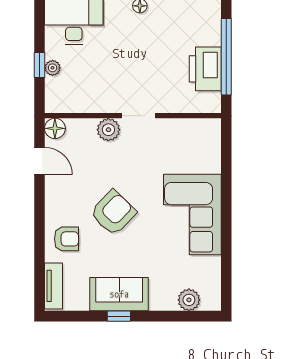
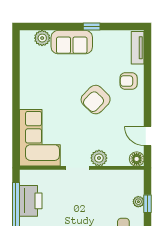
corner sofa: (192, 214) -> (40, 138), moved
sofa: (119, 294) -> (72, 42), moved

